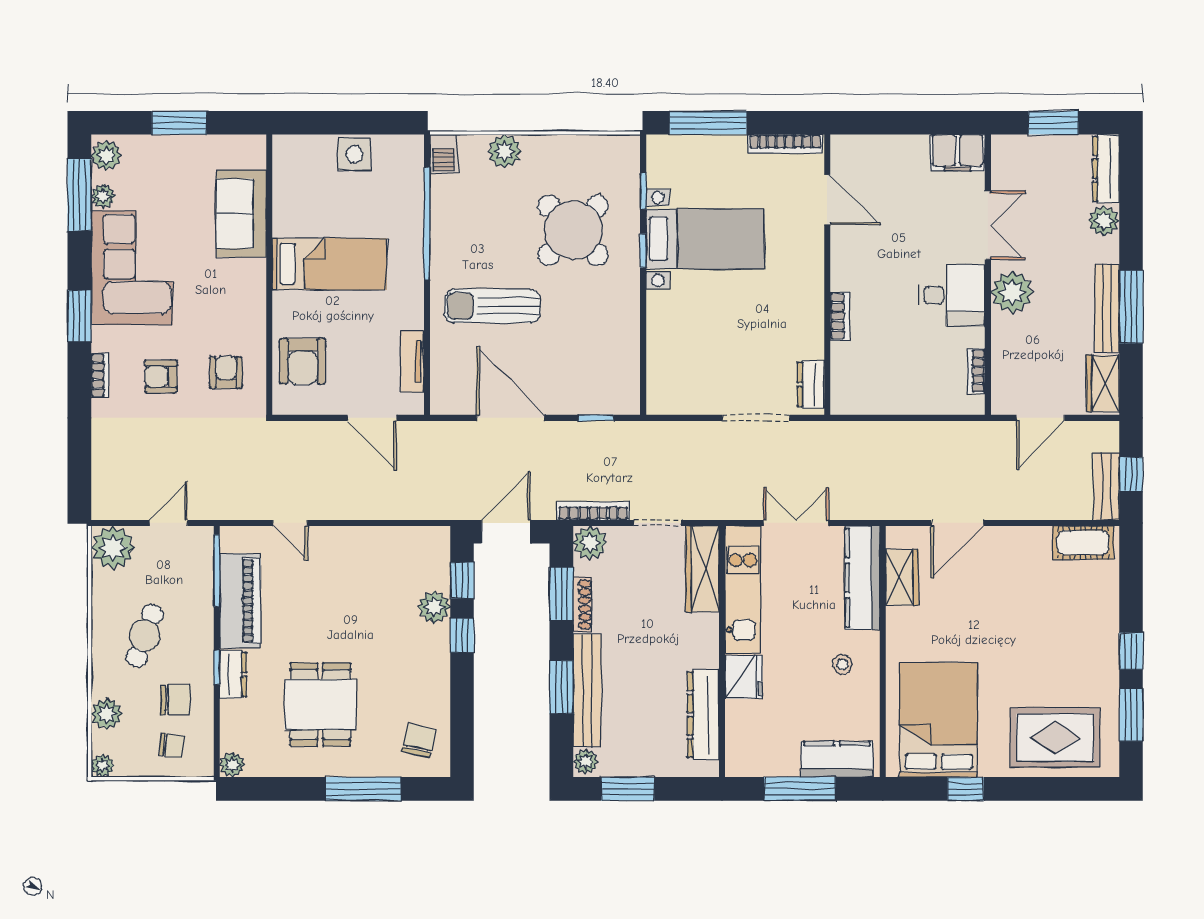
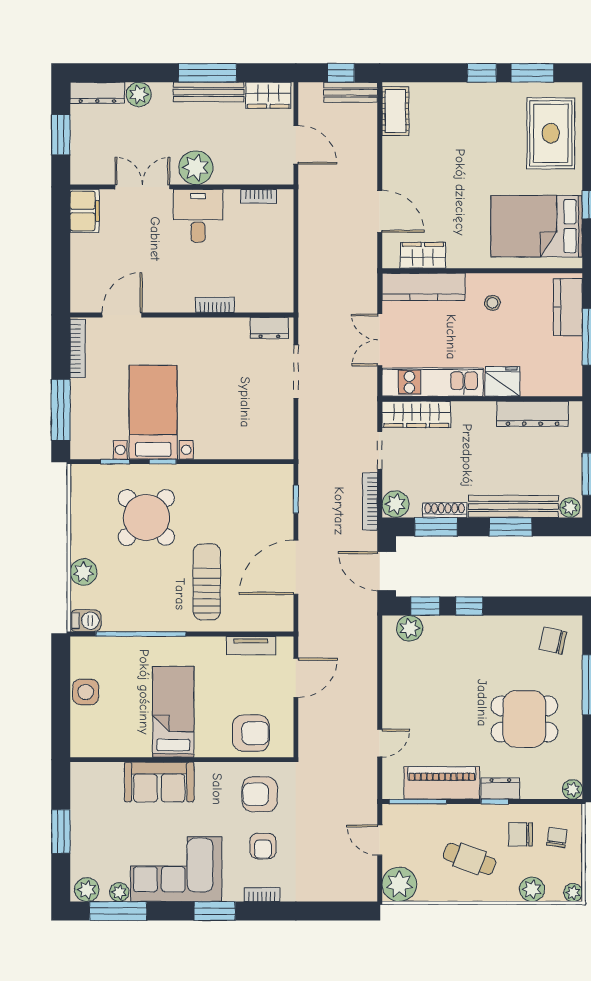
sofa: (241, 214) -> (159, 782), moved
sun lounger: (492, 306) -> (207, 582), turned 180
armchair: (226, 373) -> (260, 794), width x1.38, depth x1.38
plant: (434, 607) -> (410, 628), moved
chair: (176, 700) -> (521, 834), turned -90

